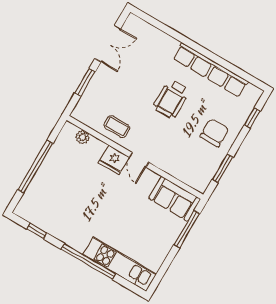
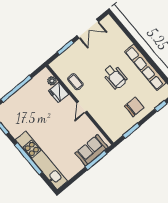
wheelchair: (171, 99) -> (115, 77), turned -90
fridge: (114, 160) -> (59, 92), moved
sofa: (175, 199) -> (91, 150), moved, turned 90
kitchen unit: (120, 264) -> (42, 160), width x1.36

